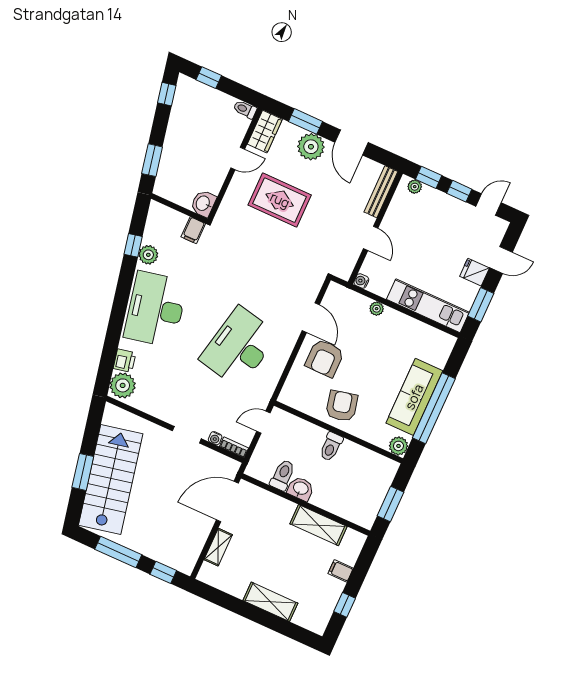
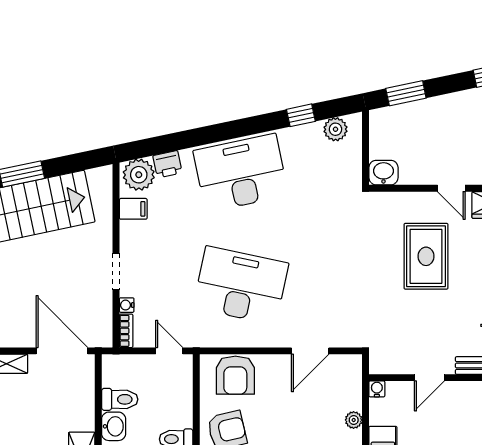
filing cabinet: (193, 230) -> (133, 209), moved, turned 180
plant: (148, 255) -> (335, 129), moved
armchair: (325, 358) -> (235, 375), moved, turned -90

